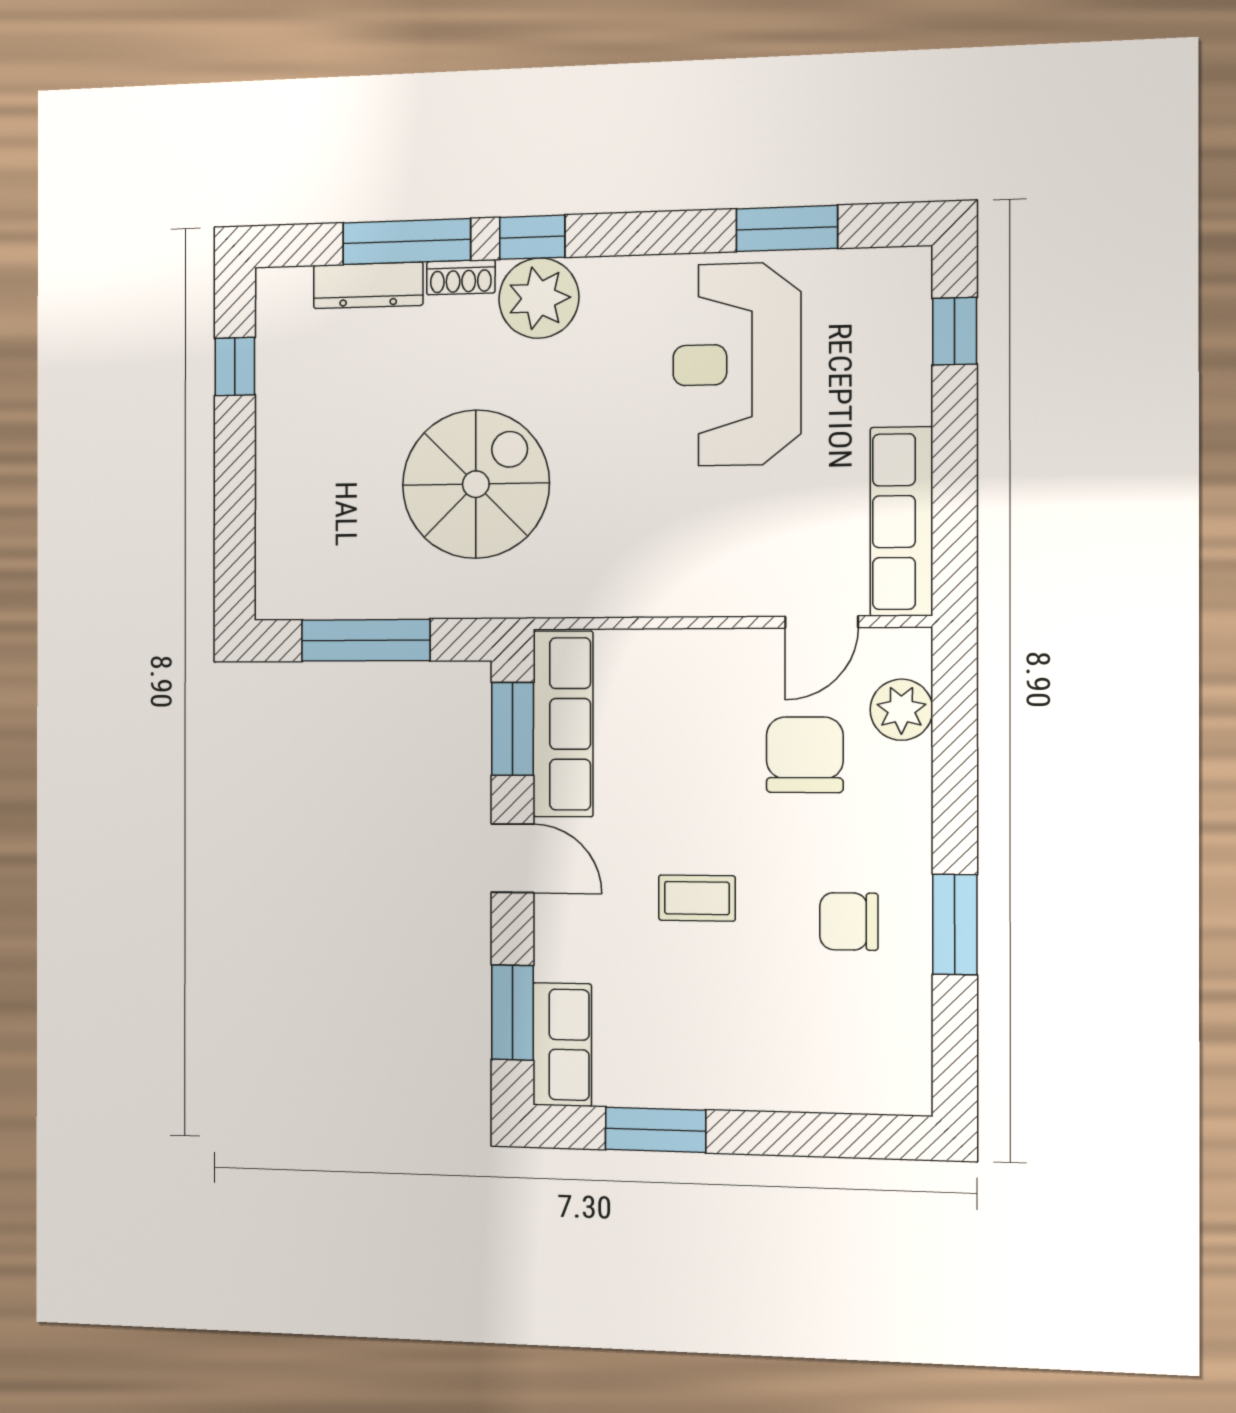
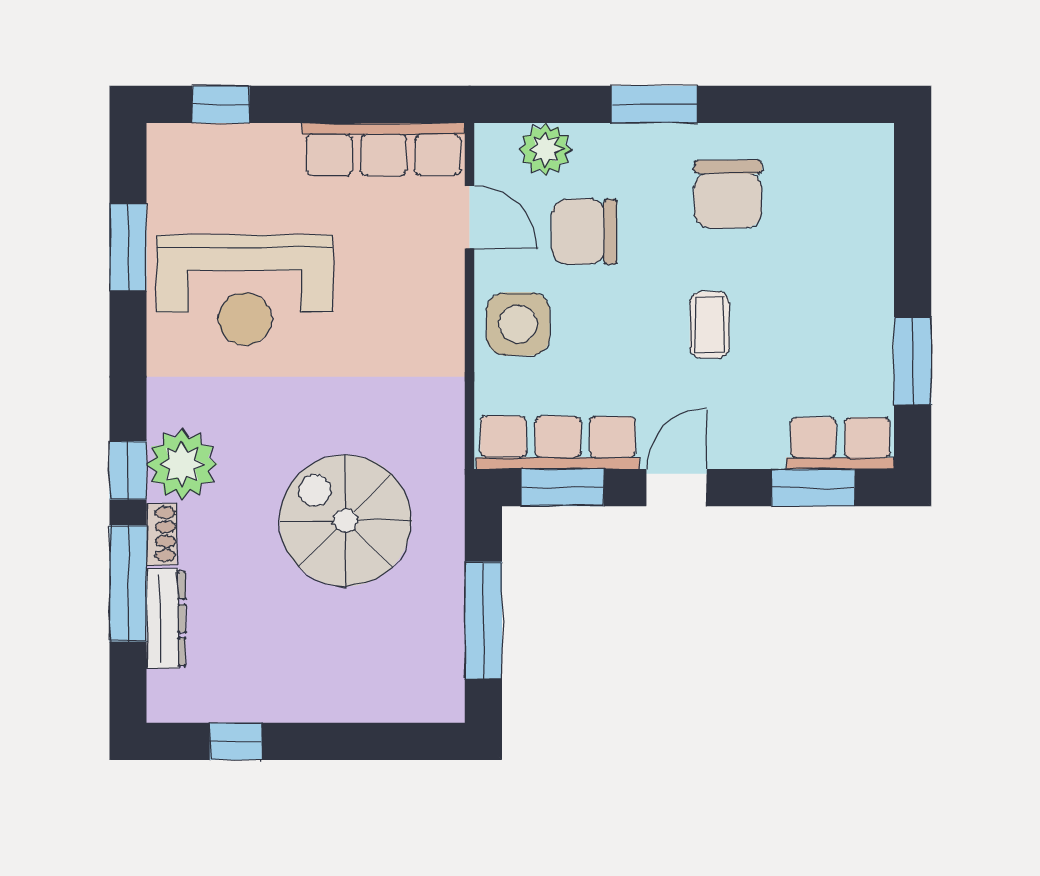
side table: (698, 678) -> (518, 324), added
chair: (849, 921) -> (728, 194), width x1.37, depth x1.37
window: (955, 924) -> (654, 104), moved

